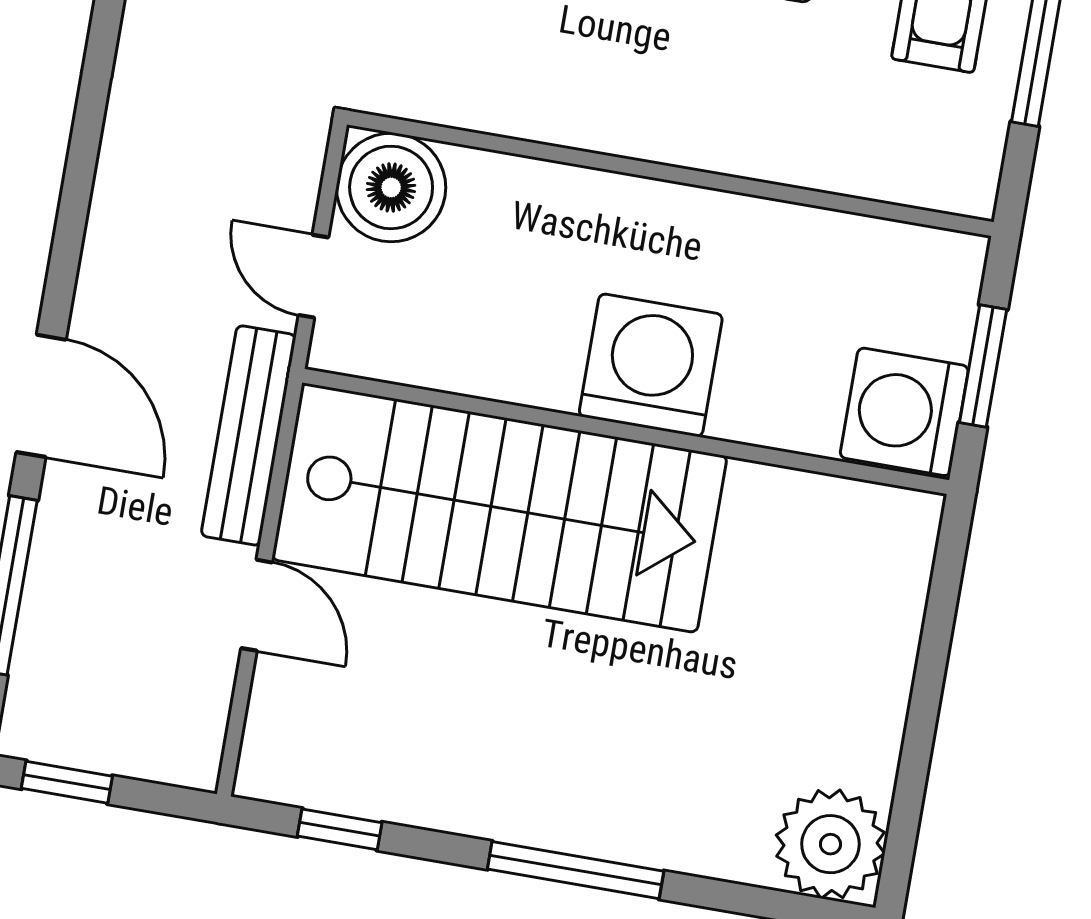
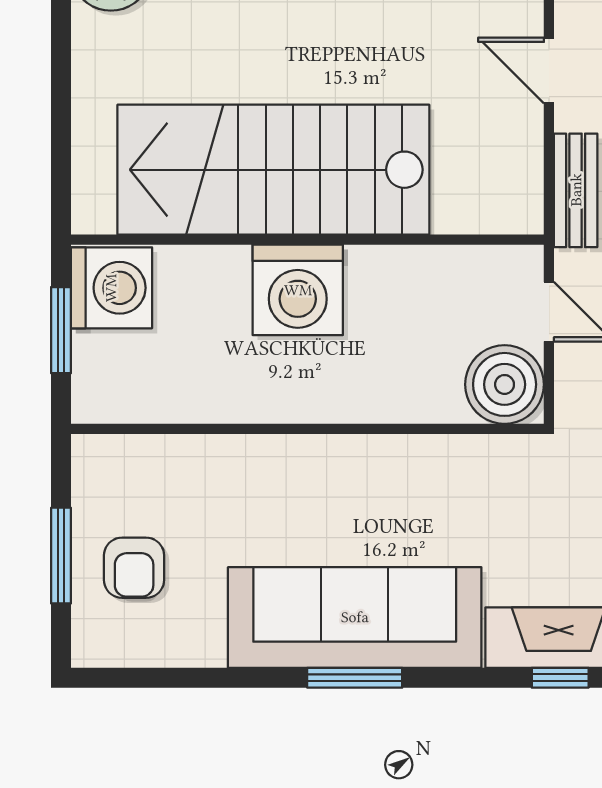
bench: (249, 435) -> (576, 190), width x0.73
stairs: (499, 508) -> (273, 170), moved

